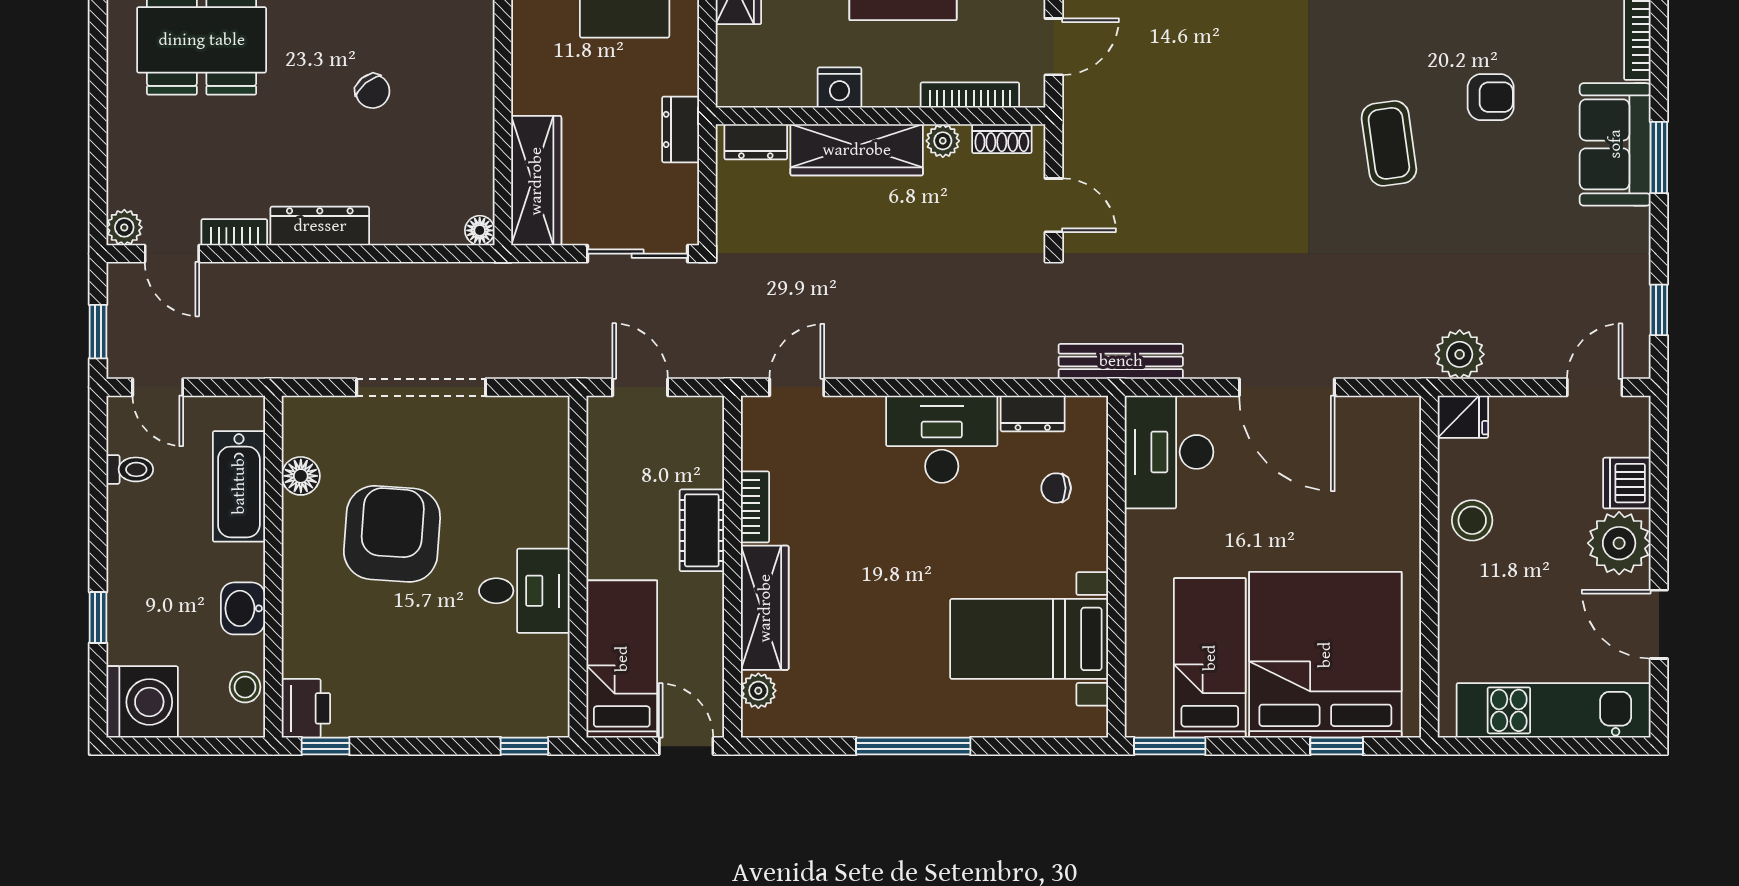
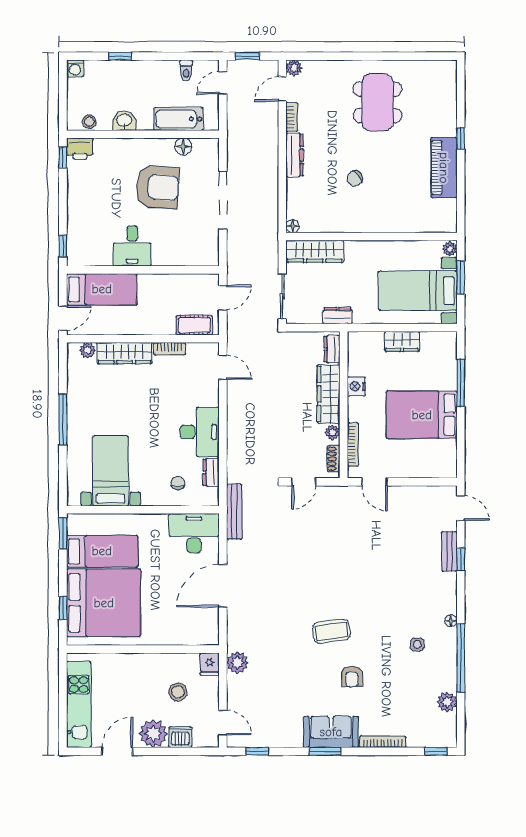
stool: (1472, 520) -> (178, 692), moved
cot: (702, 530) -> (194, 325), moved
washing machine: (142, 702) -> (75, 68), width x0.53, depth x0.53

